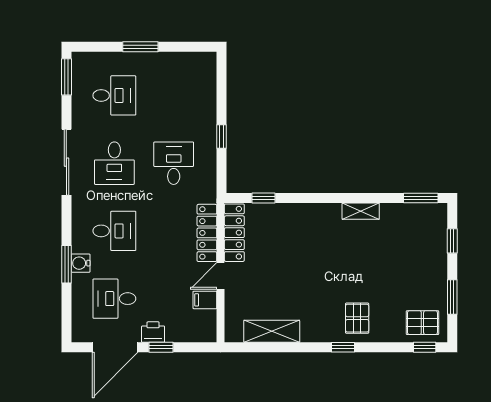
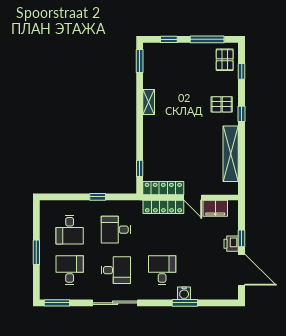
window: (452, 297) -> (207, 39), width x1.44
desk: (114, 299) -> (70, 230), moved
filing cabinet: (205, 300) -> (215, 208), width x2.00
shelving: (272, 331) -> (231, 154), width x1.47
window: (425, 347) -> (242, 71), moved

